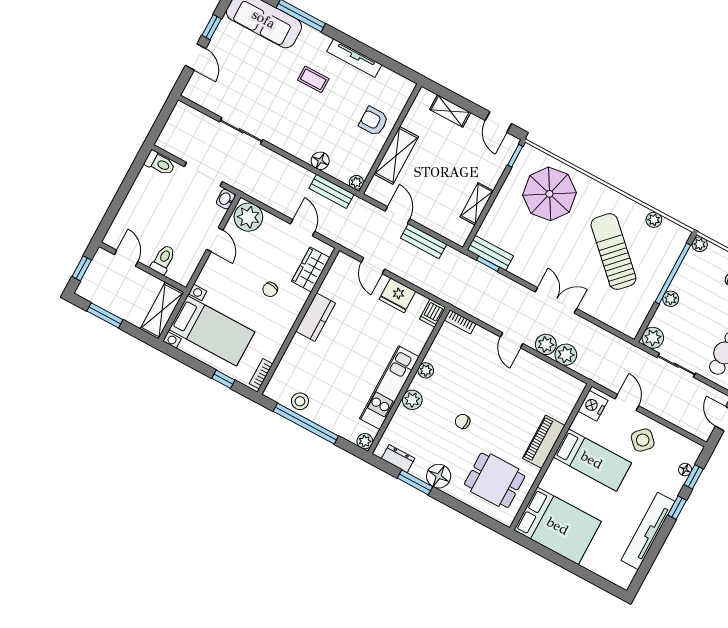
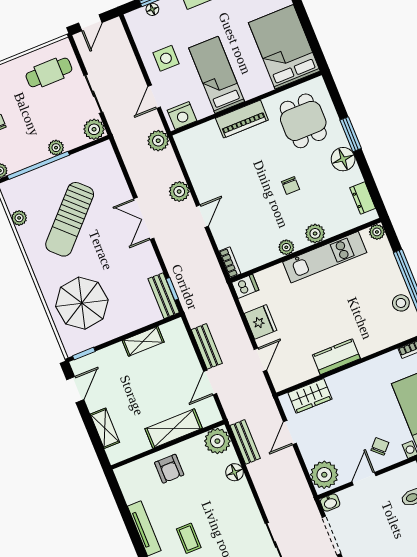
plant: (356, 182) -> (217, 441), width x1.88, depth x1.88
chair: (270, 290) -> (380, 446), moved, turned -57
plant: (566, 355) -> (158, 141), moved
side table: (643, 440) -> (166, 58), turned 45
window: (415, 482) -> (351, 134), moved

